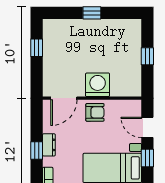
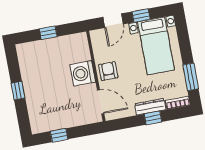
dresser: (49, 145) -> (150, 107), width x1.44

